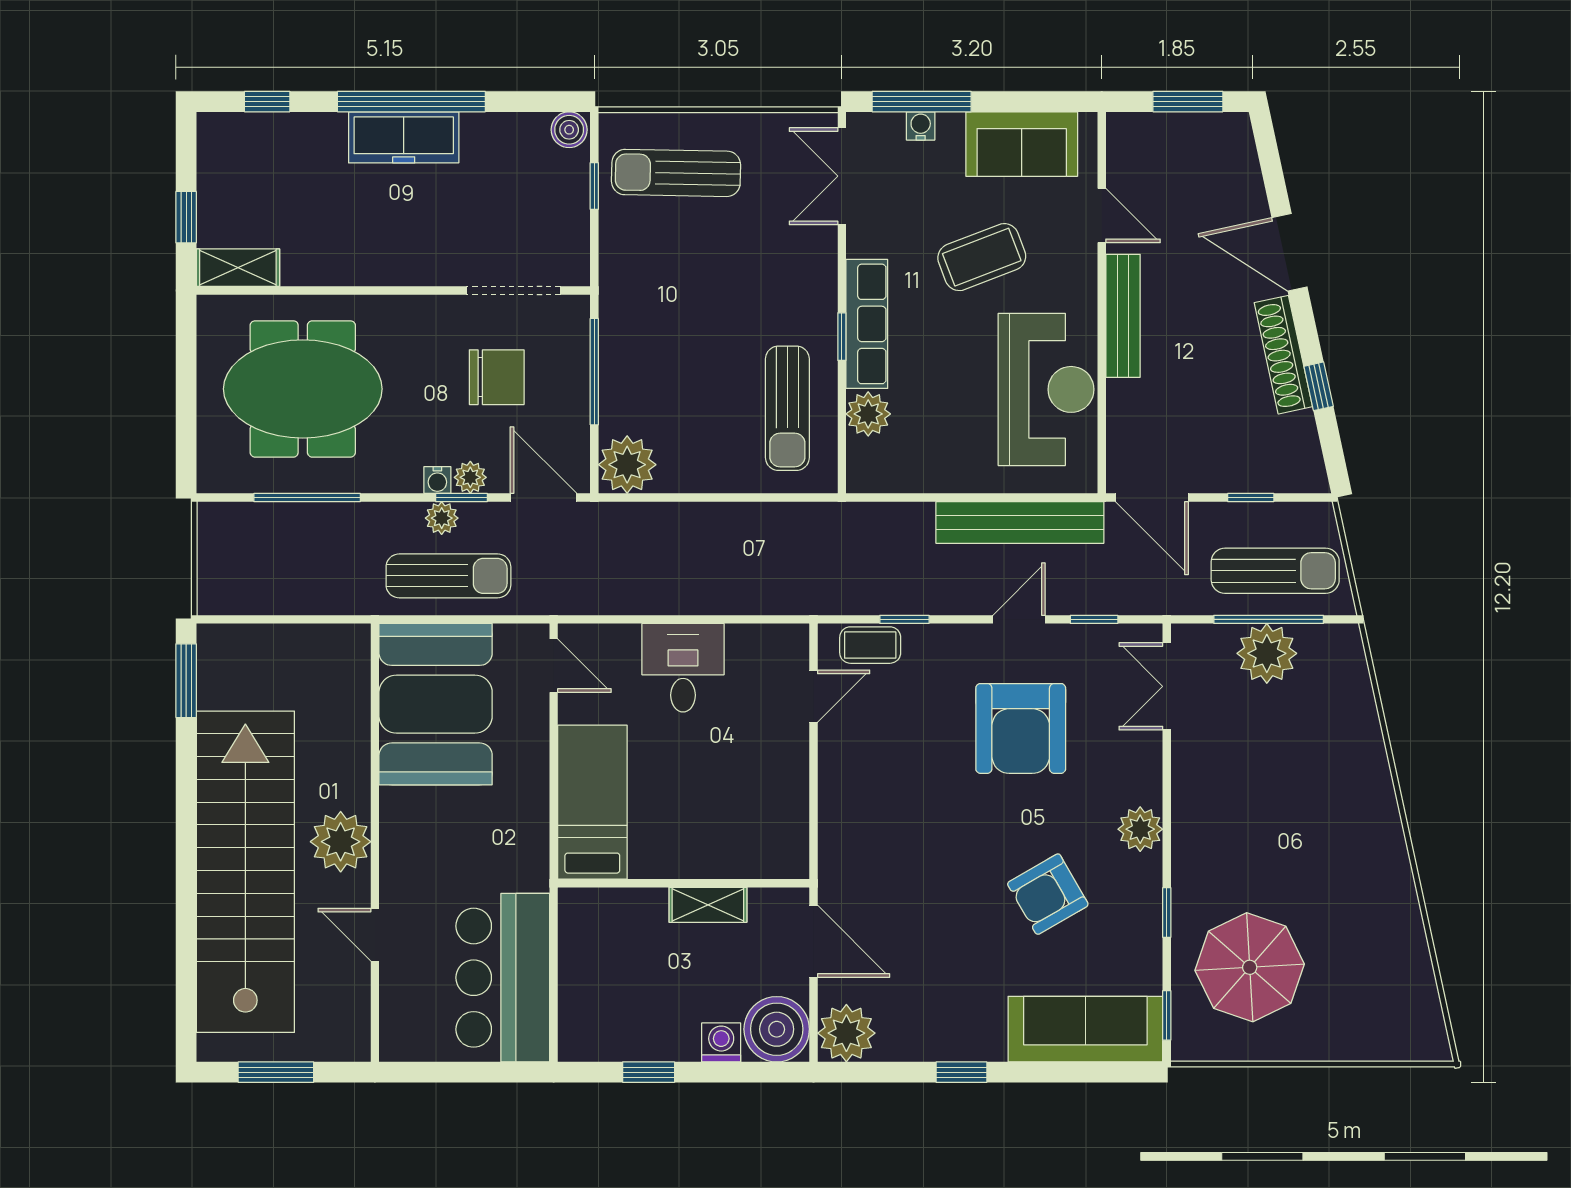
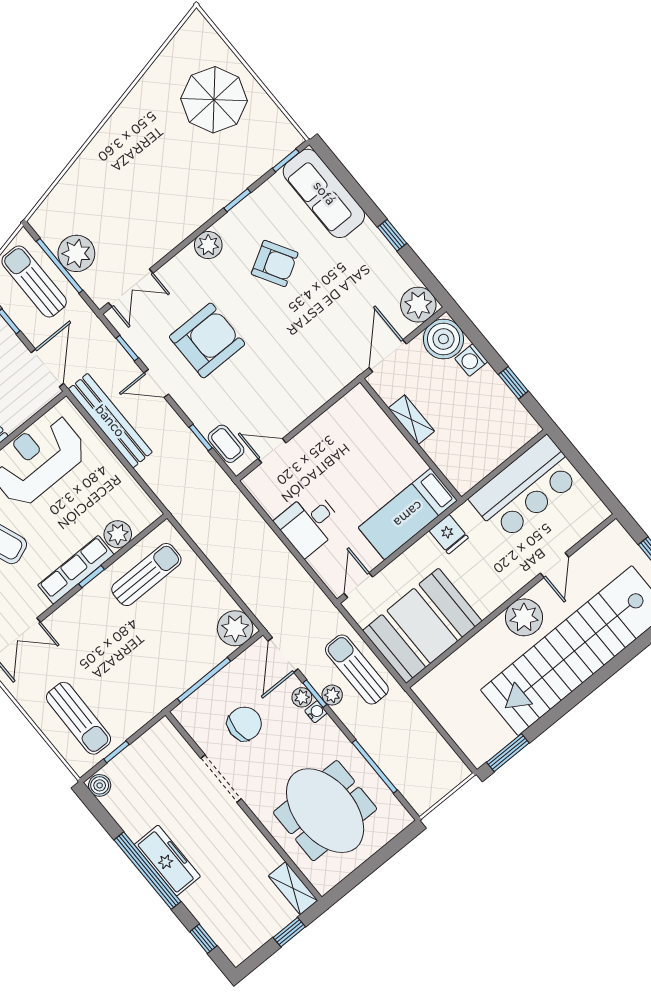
doorway: (514, 290) -> (221, 779), moved
chair: (497, 377) -> (244, 724), turned 90
fridge: (524, 833) -> (449, 534), added
parasol: (1250, 967) -> (214, 100), moved

